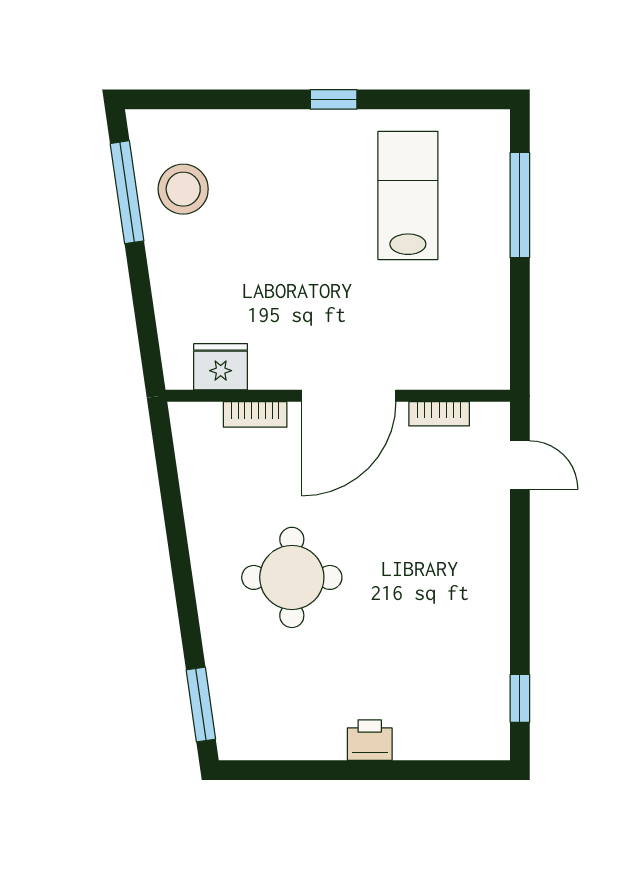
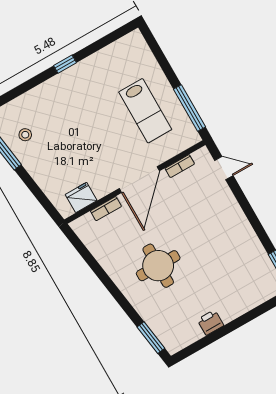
stool: (183, 189) -> (25, 135), width x0.53, depth x0.53
lab bench: (408, 195) -> (145, 111), moved, turned 180
window: (520, 205) -> (189, 108), moved
printer: (370, 740) -> (210, 322), moved

